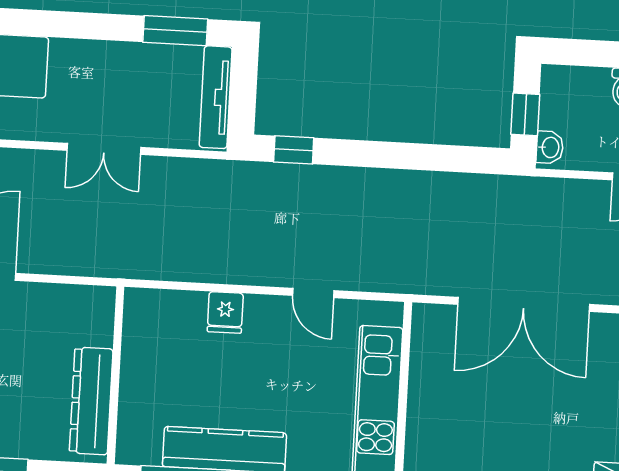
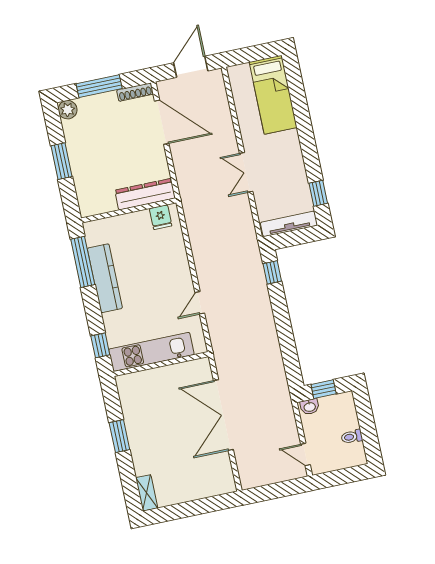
window: (175, 31) -> (318, 193), width x0.67
fridge: (225, 312) -> (161, 217), moved, turned -90
dresser: (91, 401) -> (145, 194), moved

